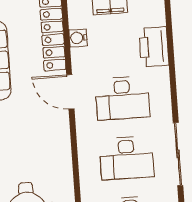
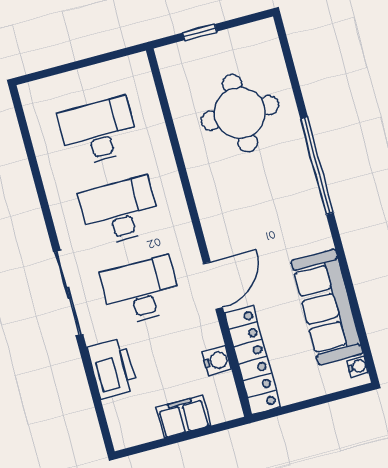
door: (70, 92) -> (213, 286), hinge flipped
sliding door: (178, 154) -> (68, 293), moved

